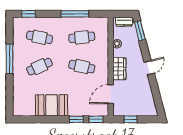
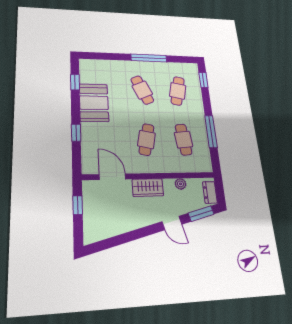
door: (149, 68) -> (172, 223), moved
window: (96, 119) -> (75, 82), moved

